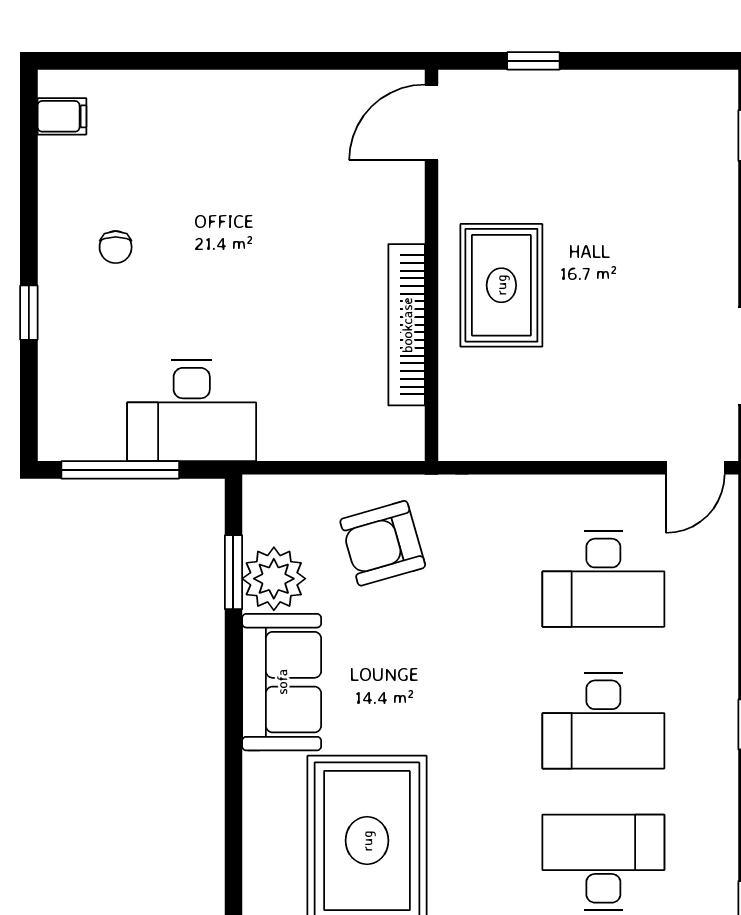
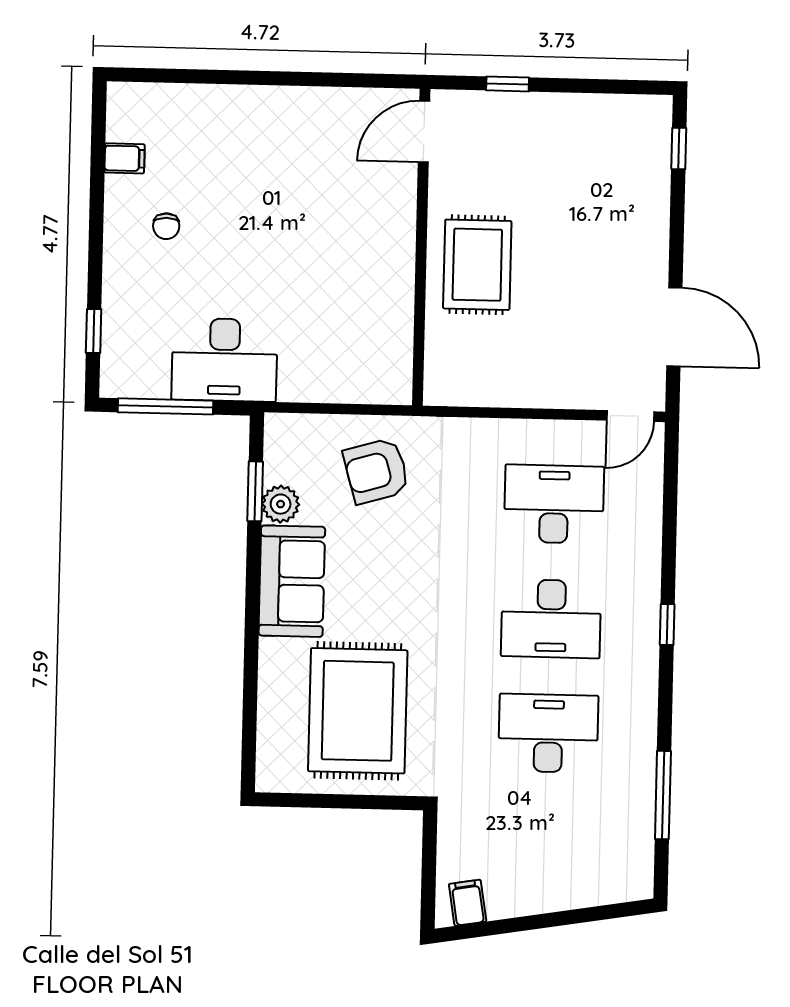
filing cabinet: (62, 116) -> (125, 158), moved
window: (29, 313) -> (94, 331), moved
bookcase: (407, 325) -> (400, 295), removed
plant: (274, 579) -> (281, 504), width x0.73, depth x0.73
desk: (603, 579) -> (554, 504), turned 180

